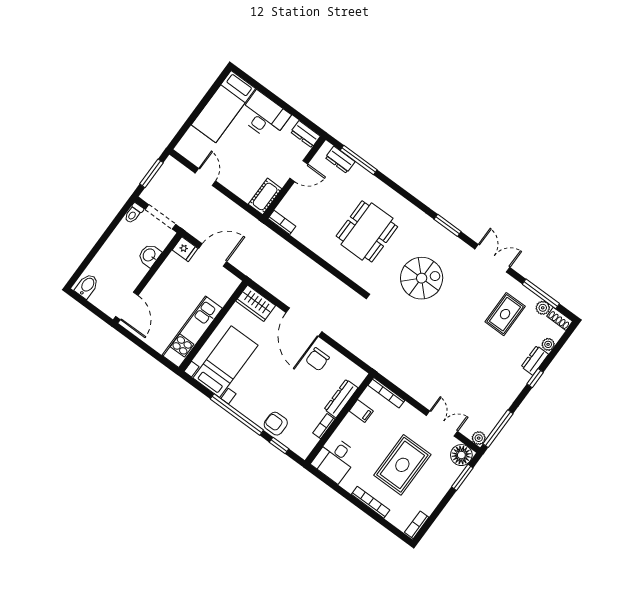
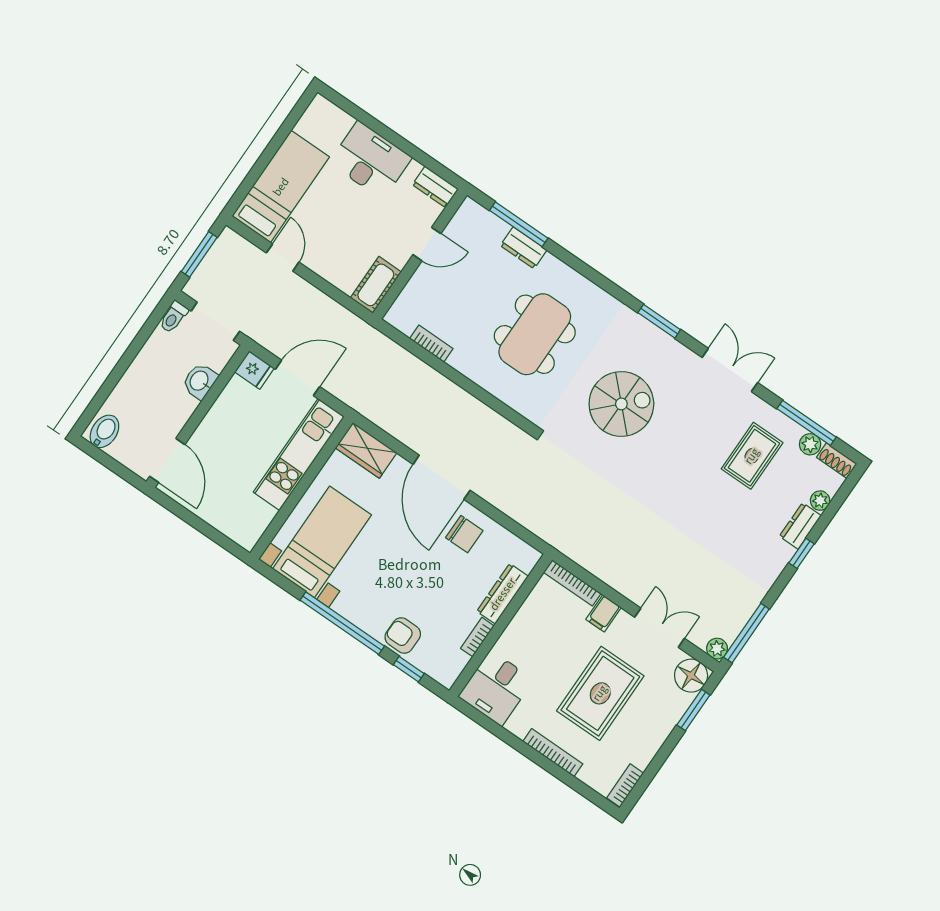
bed: (223, 107) -> (281, 187), moved, turned 180
dresser: (340, 160) -> (524, 248), moved
bookcase: (282, 222) -> (431, 344), moved
kitchen unit: (192, 332) -> (299, 454), moved
chair: (317, 359) -> (464, 534), turned -90
filing cabinet: (361, 411) -> (604, 613), moved, turned 90

